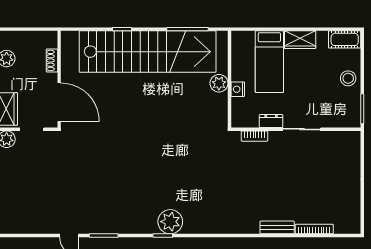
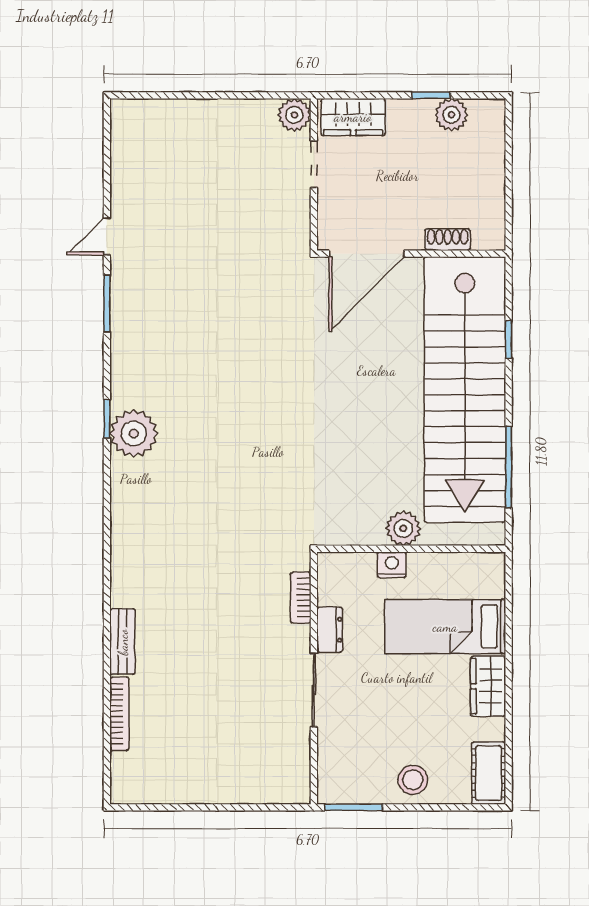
shoe rack: (52, 60) -> (448, 240), moved
wall: (59, 79) -> (411, 254), moved
door: (59, 102) -> (367, 254), moved

